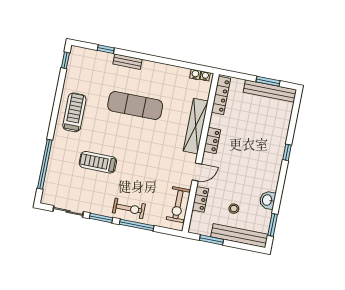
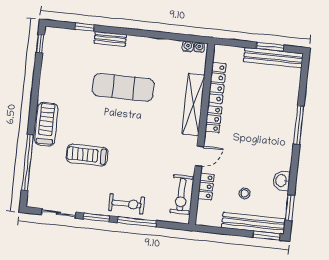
locker: (221, 95) -> (217, 83), moved
treadmill: (74, 112) -> (46, 124), moved
window: (287, 152) -> (299, 125), width x2.17
window: (212, 240) -> (267, 236), moved

